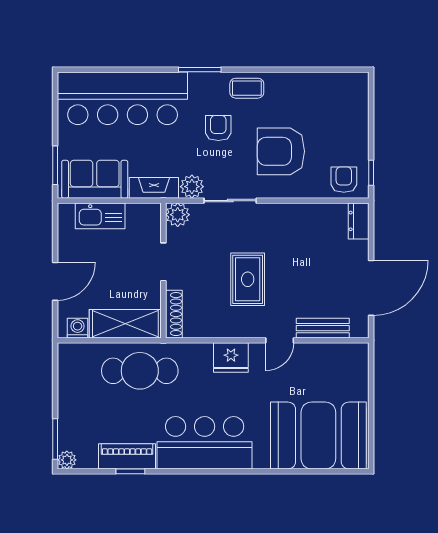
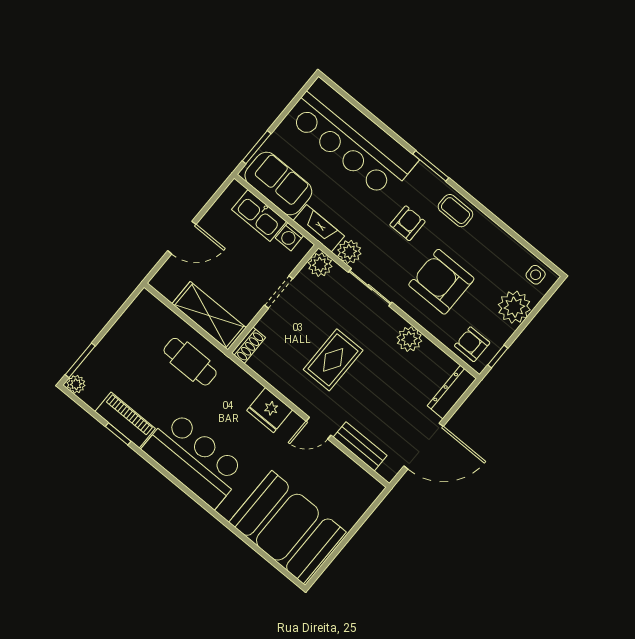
side table: (348, 87) -> (536, 275), added
plant: (353, 125) -> (514, 307), added
armchair: (344, 180) -> (472, 344), turned -90
plant: (293, 215) -> (409, 339), added
dresser: (359, 221) -> (452, 392), width x1.44
shoe rack: (174, 314) -> (249, 345), width x0.70
washing machine: (78, 328) -> (289, 237), moved, turned 180
cafe table: (140, 371) -> (190, 362), width x0.73, depth x0.74

